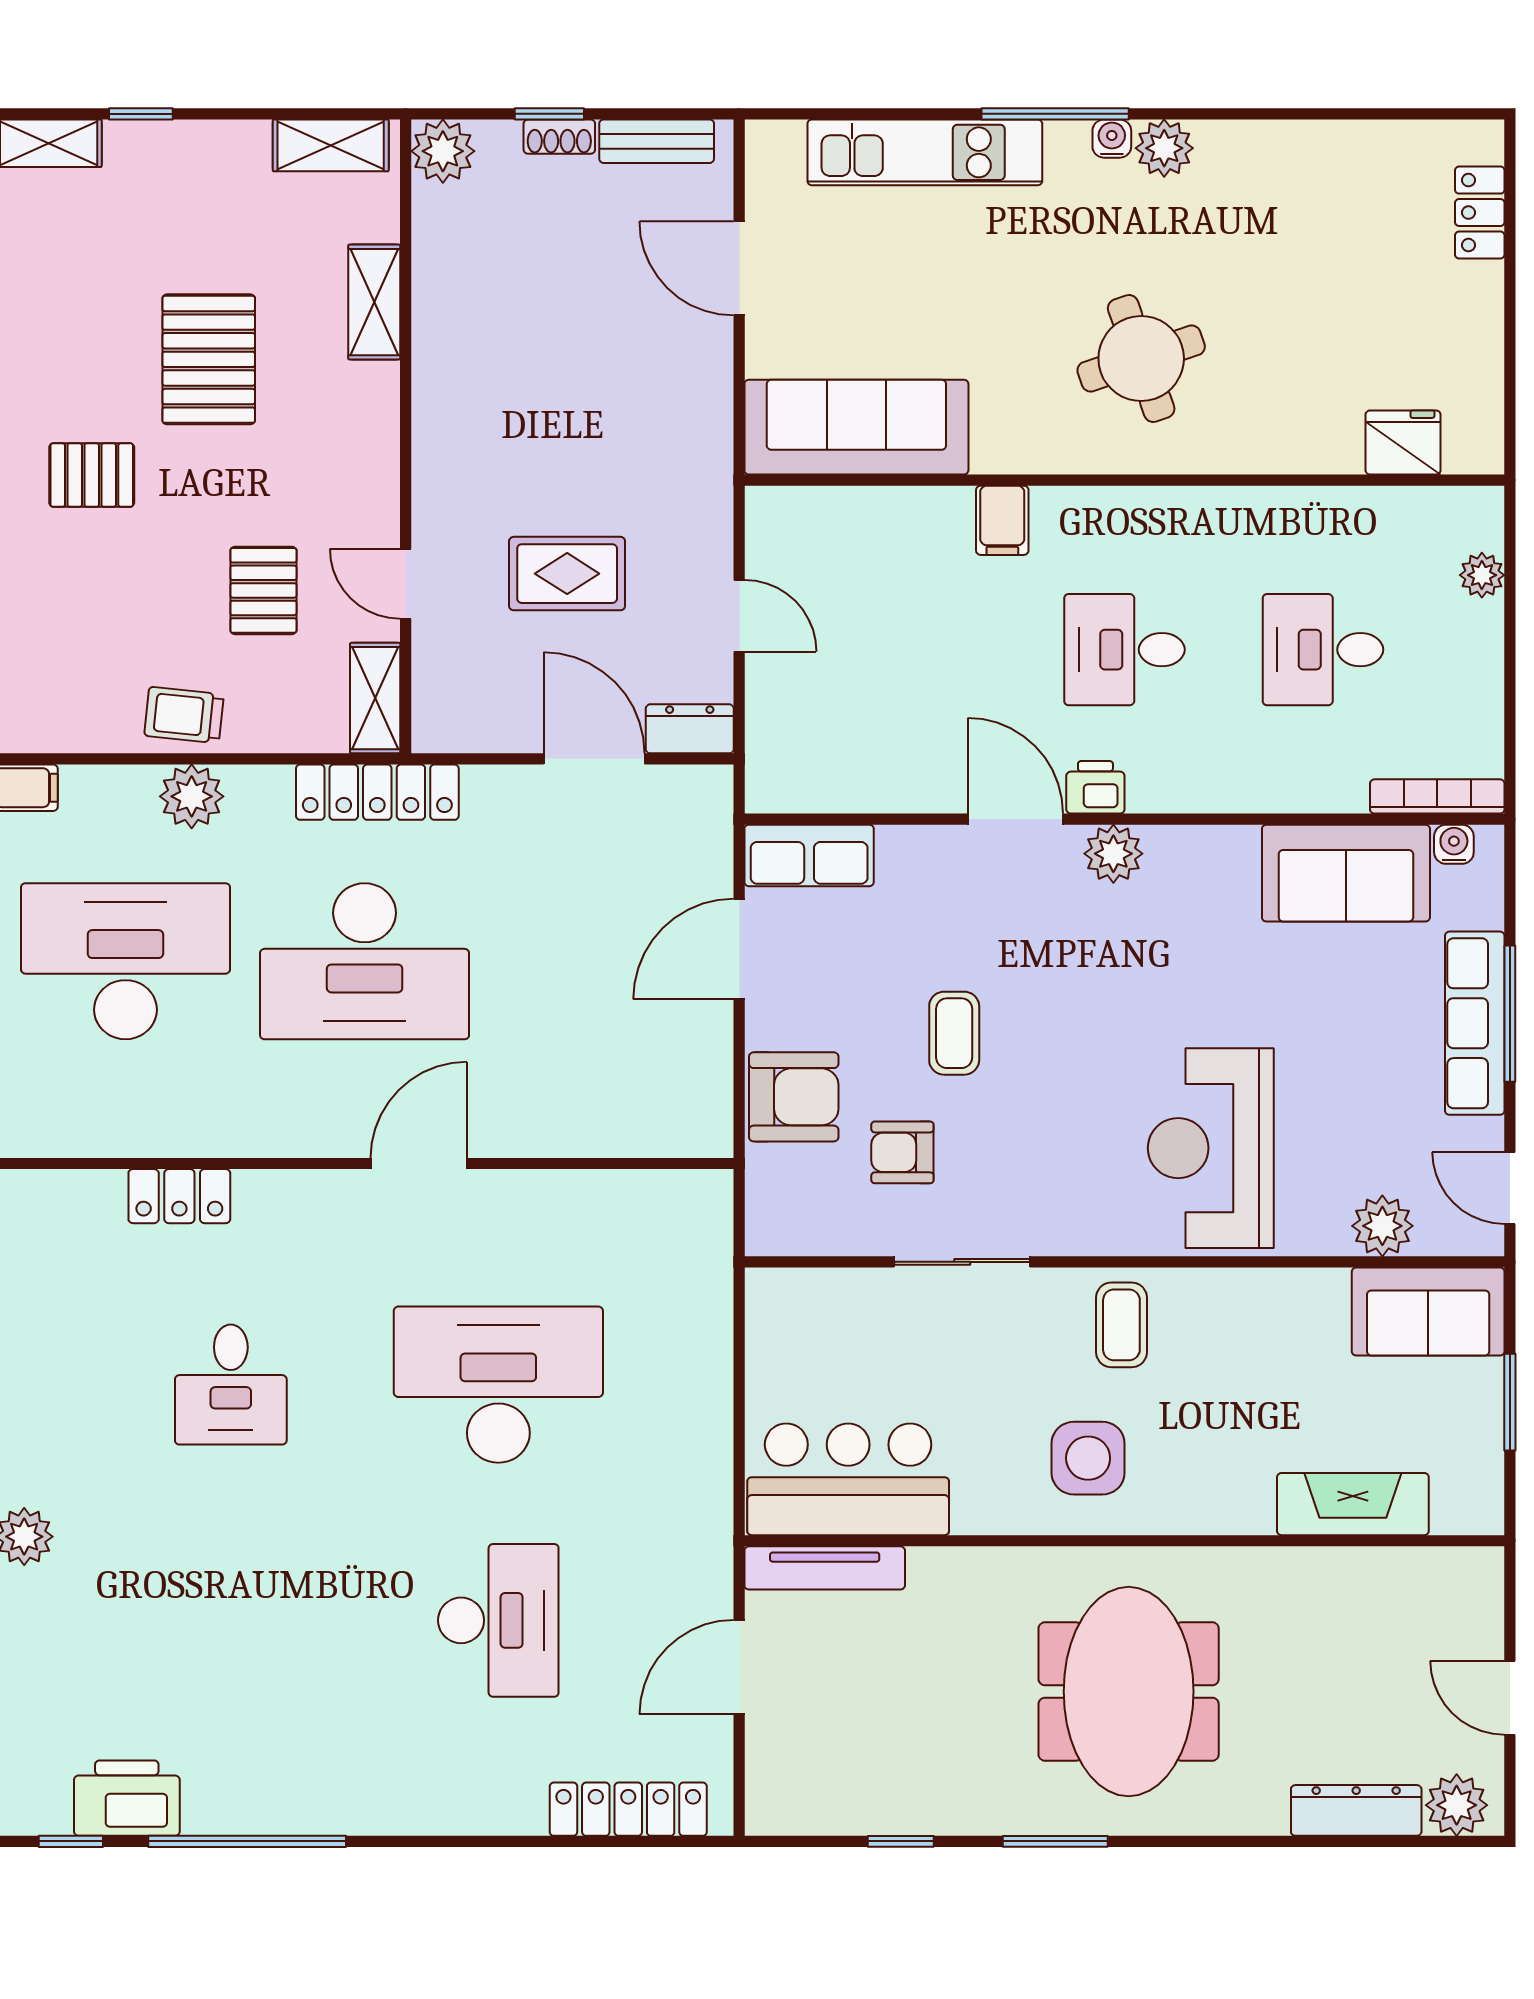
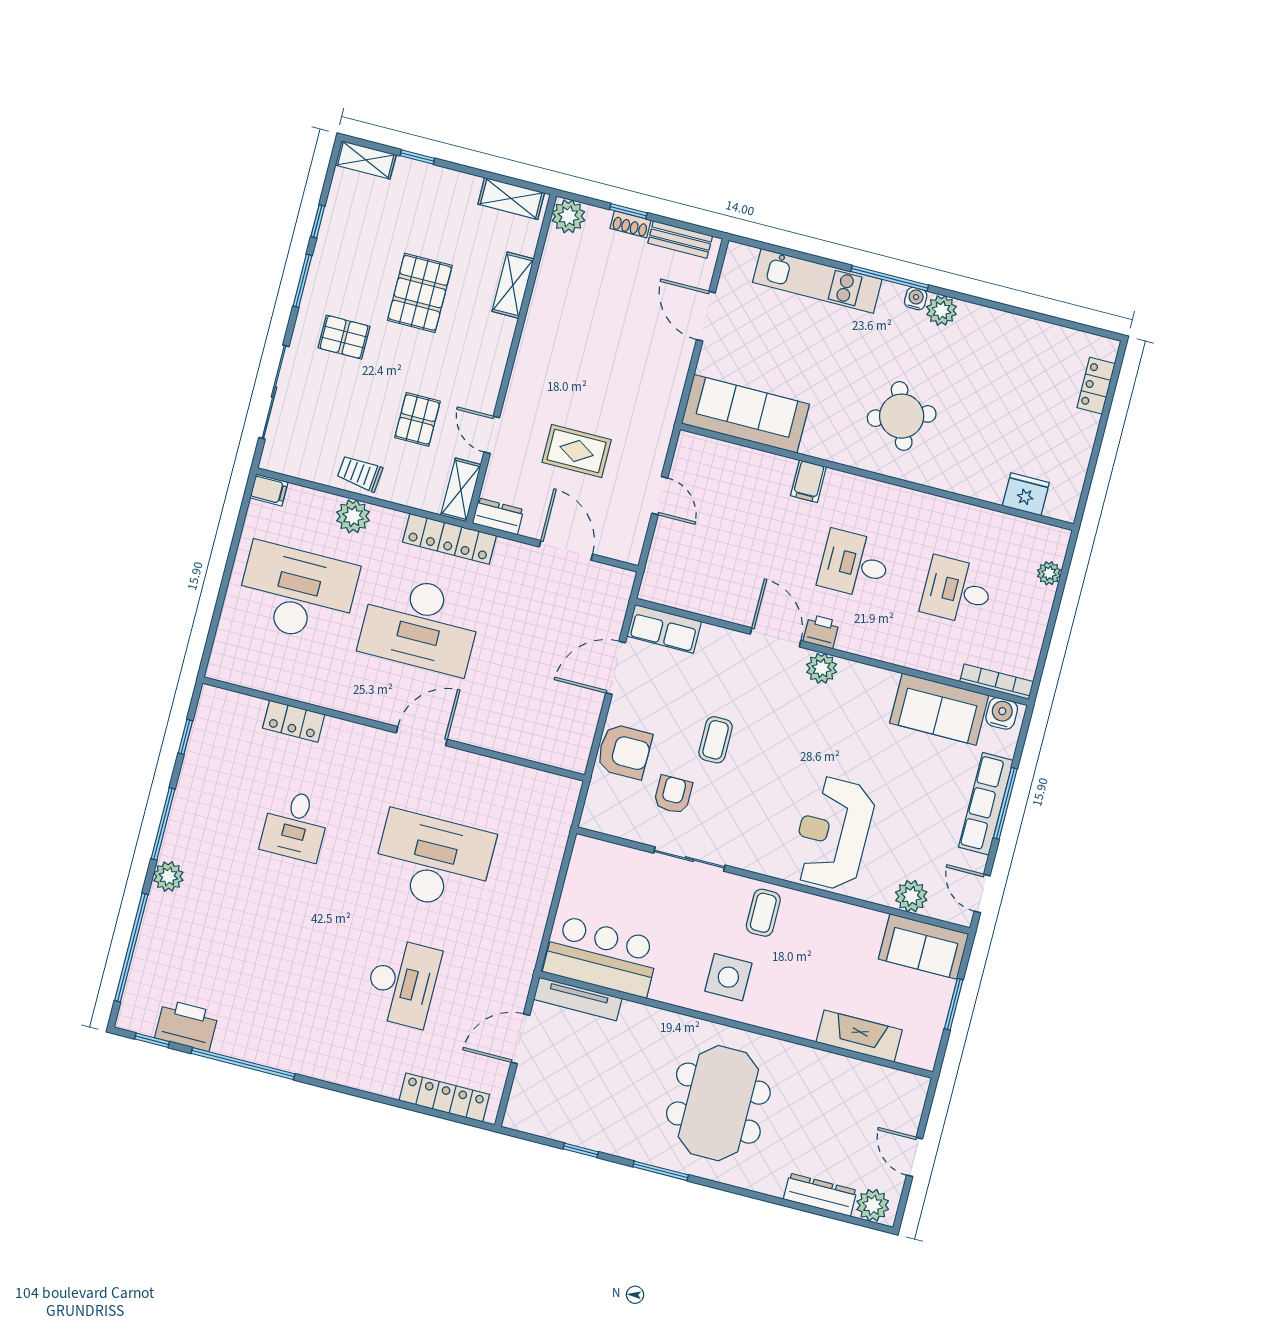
dresser: (690, 729) -> (498, 516), moved
water cooler: (1454, 844) -> (1002, 713), width x1.38, depth x1.38
armchair: (902, 1152) -> (673, 795), turned 90

